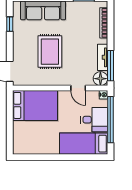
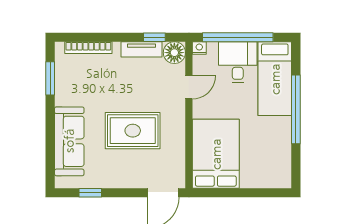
window: (110, 66) -> (154, 37), width x0.46
window: (64, 157) -> (296, 109), added

